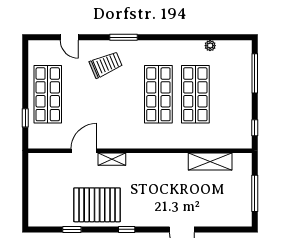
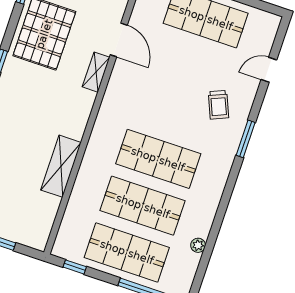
trolley: (106, 65) -> (218, 105), width x0.73, depth x0.72
shop shelf: (232, 94) -> (127, 252), added
shelving: (210, 162) -> (61, 166), moved

